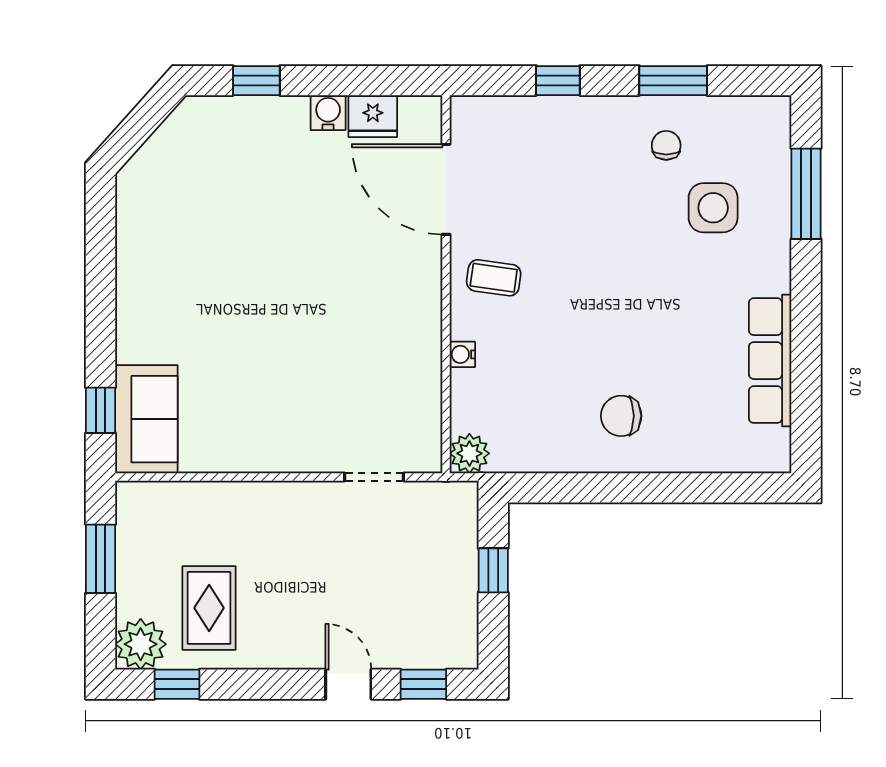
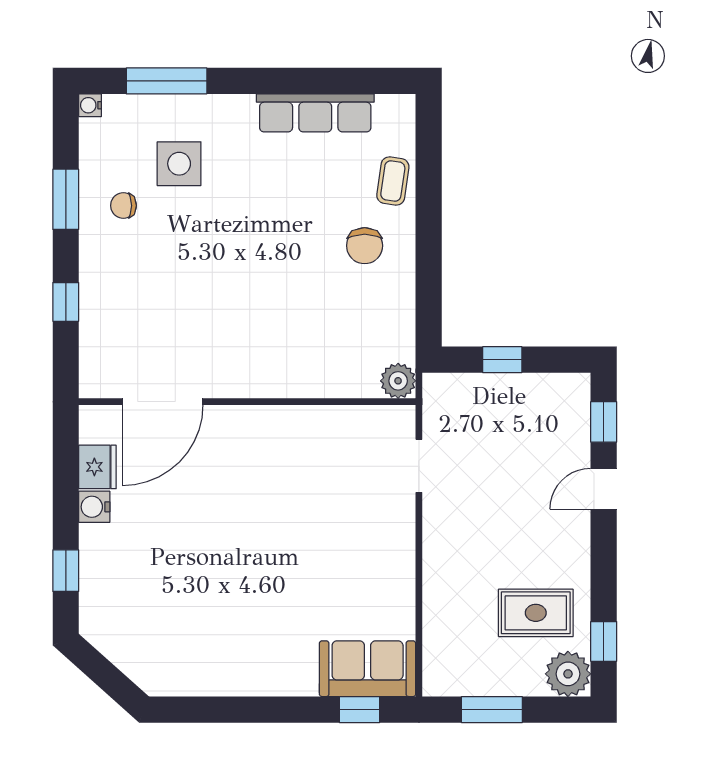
coffee table: (494, 278) -> (393, 181), moved
water cooler: (462, 354) -> (90, 105), moved, turned 90

